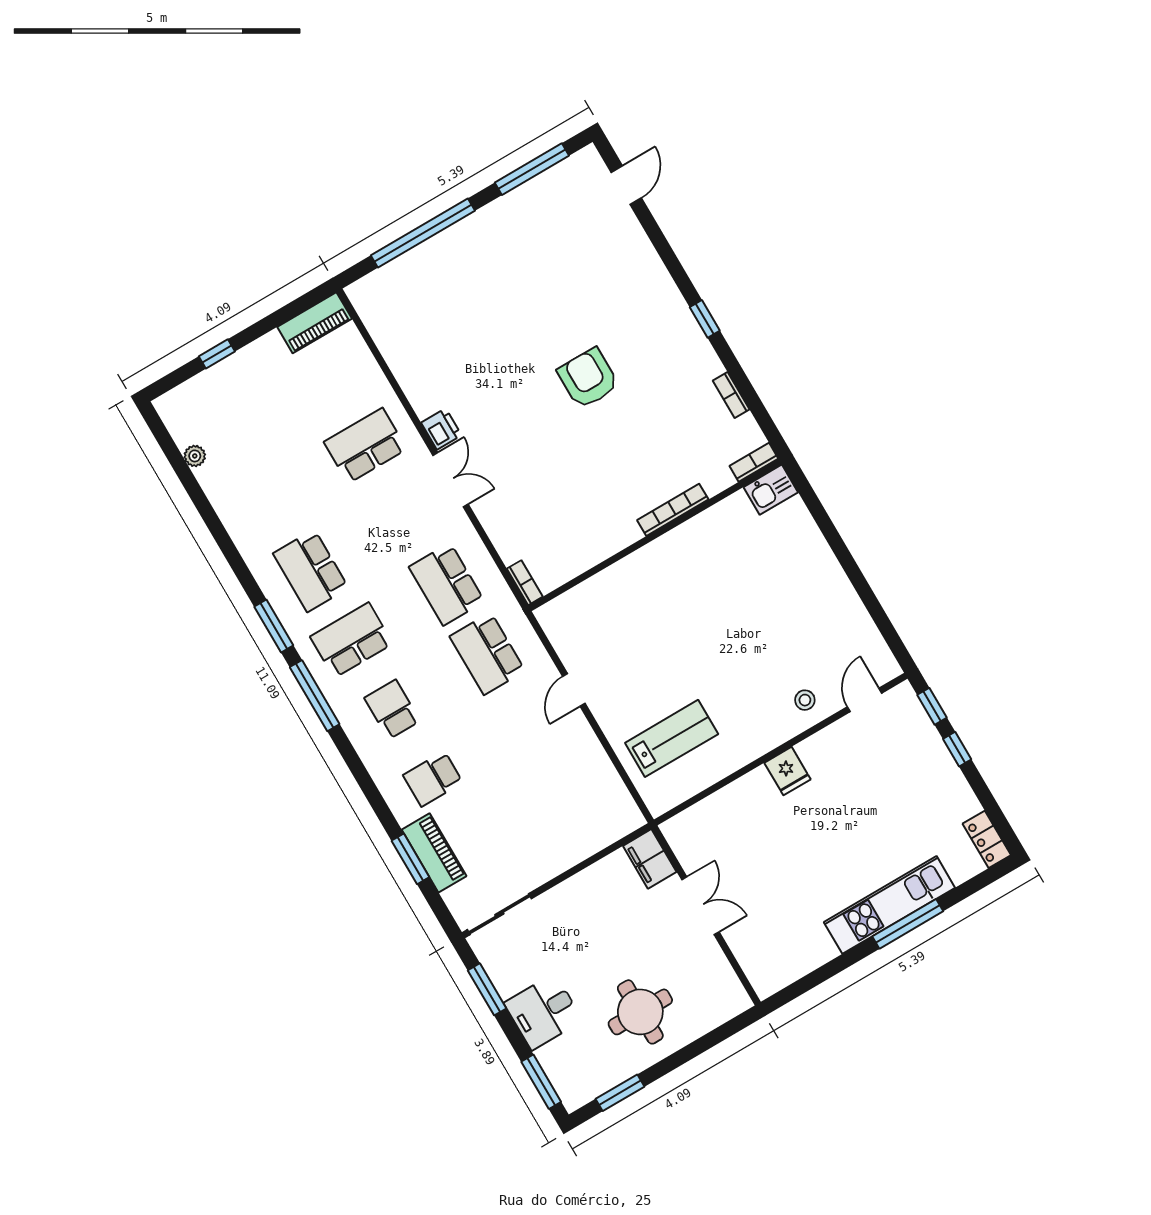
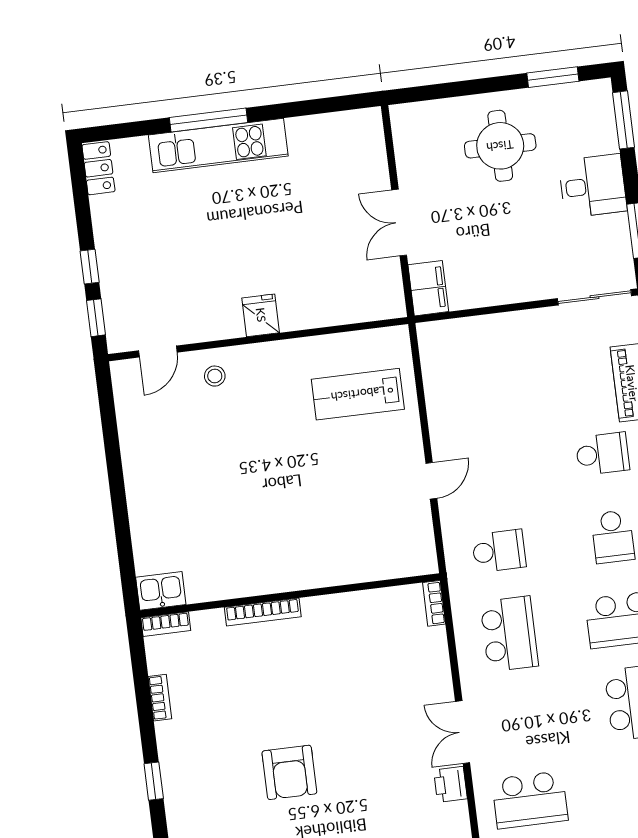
school desk: (487, 654) -> (499, 551), width x0.54

